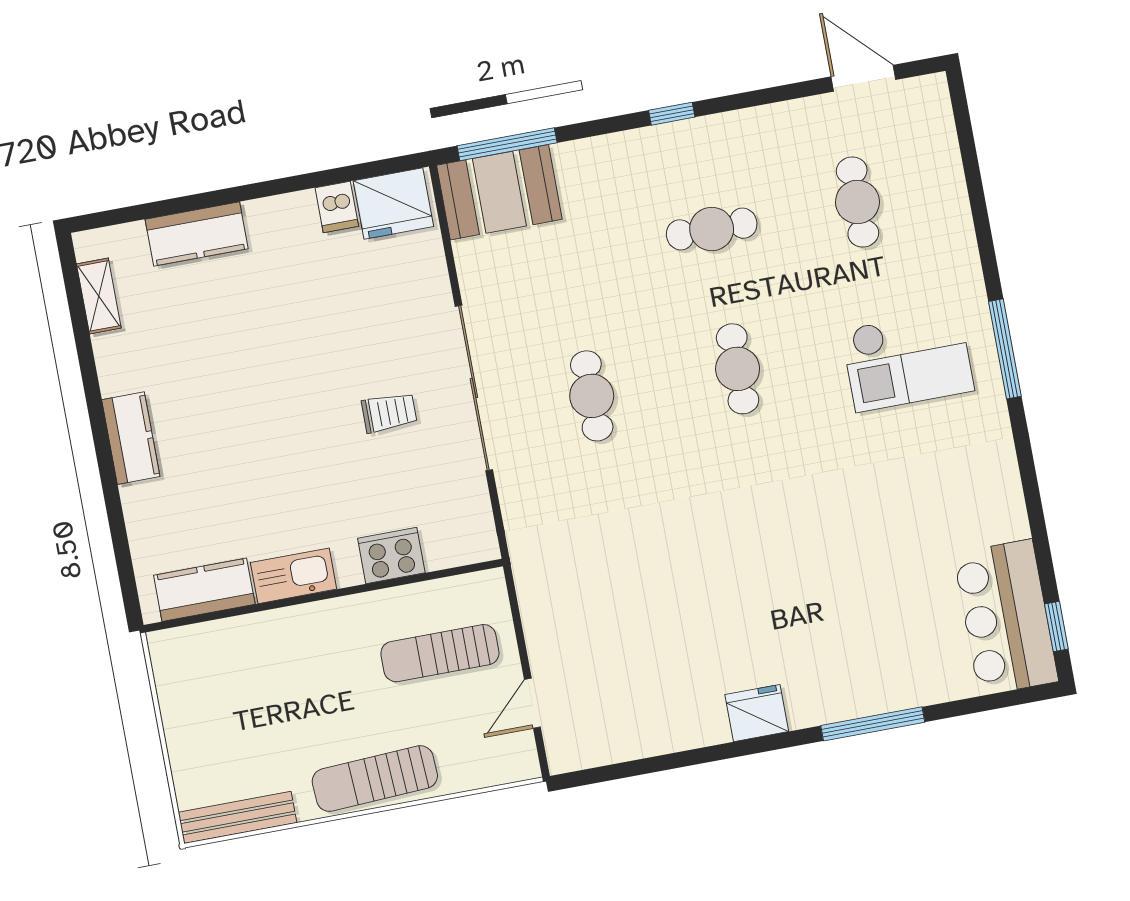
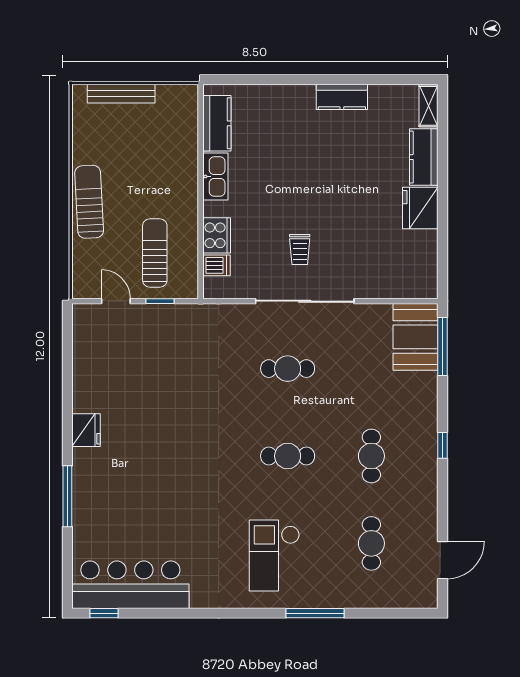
cafe table: (857, 202) -> (371, 543), turned 90
fridge: (393, 204) -> (420, 208), moved
dishwasher: (337, 207) -> (216, 265), moved, turned 180
shelving: (99, 296) -> (429, 106), moved, turned 90
window: (1005, 349) -> (315, 613), moved
kitchen counter: (131, 438) -> (342, 97), moved
bar counter: (1006, 617) -> (130, 585), width x1.36
window: (519, 630) -> (160, 301), added
bench: (237, 817) -> (121, 94), moved, turned 90

